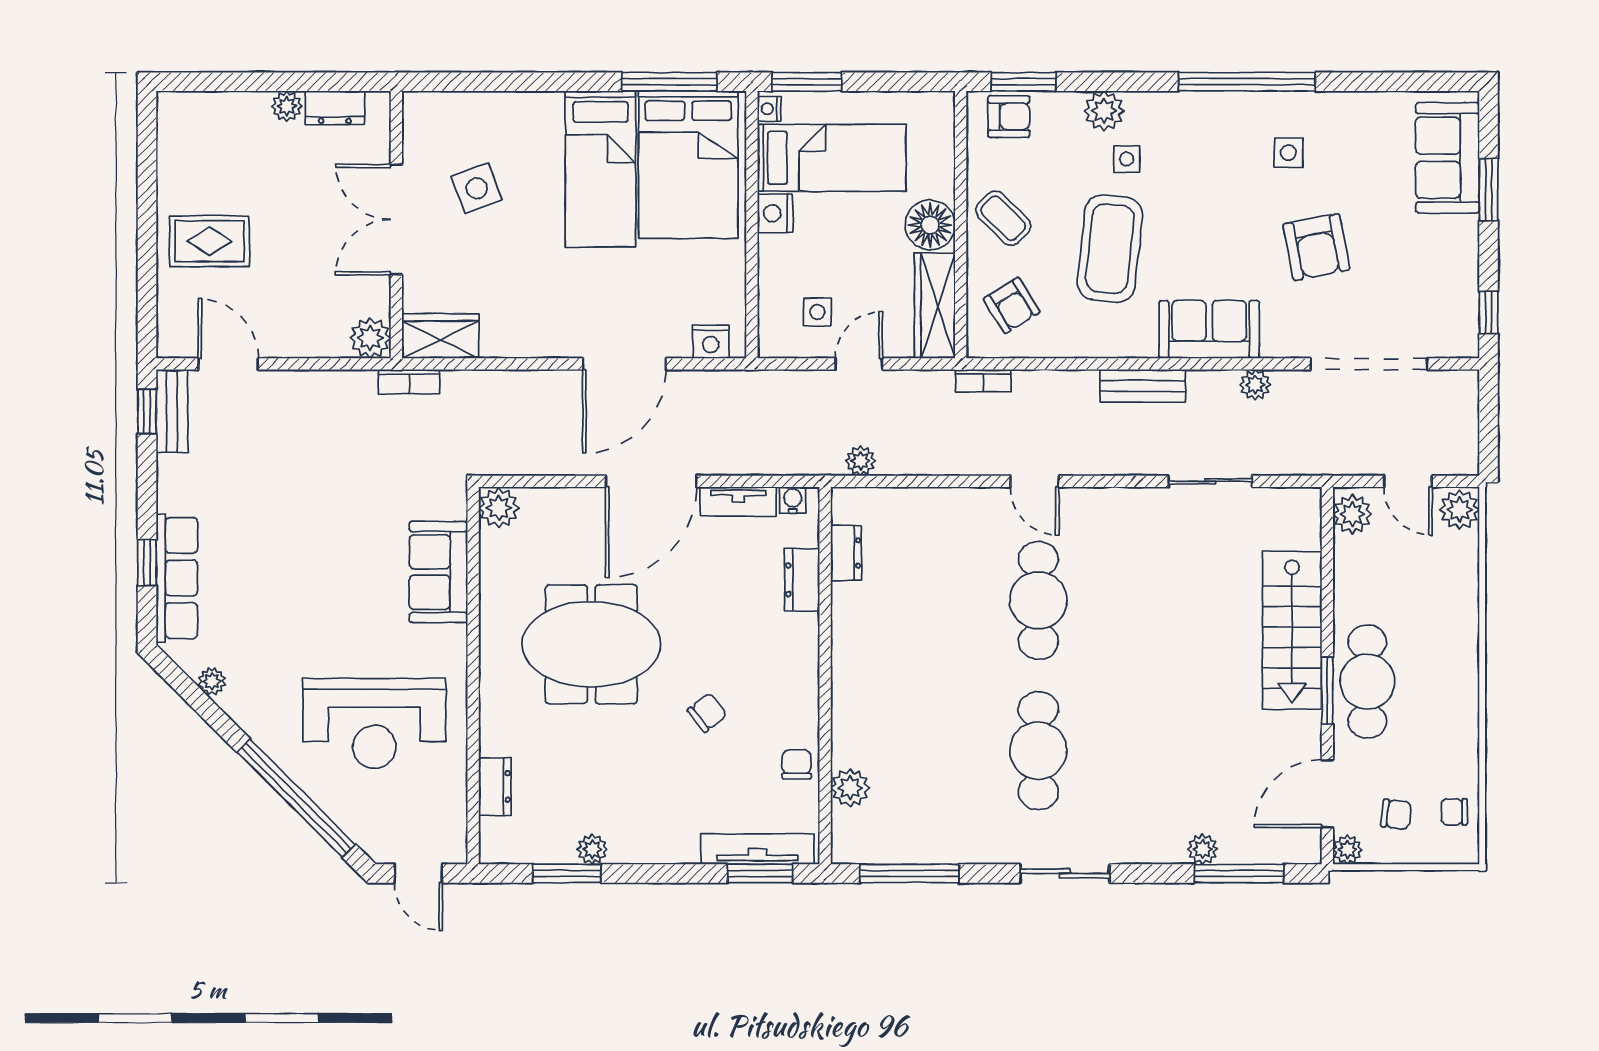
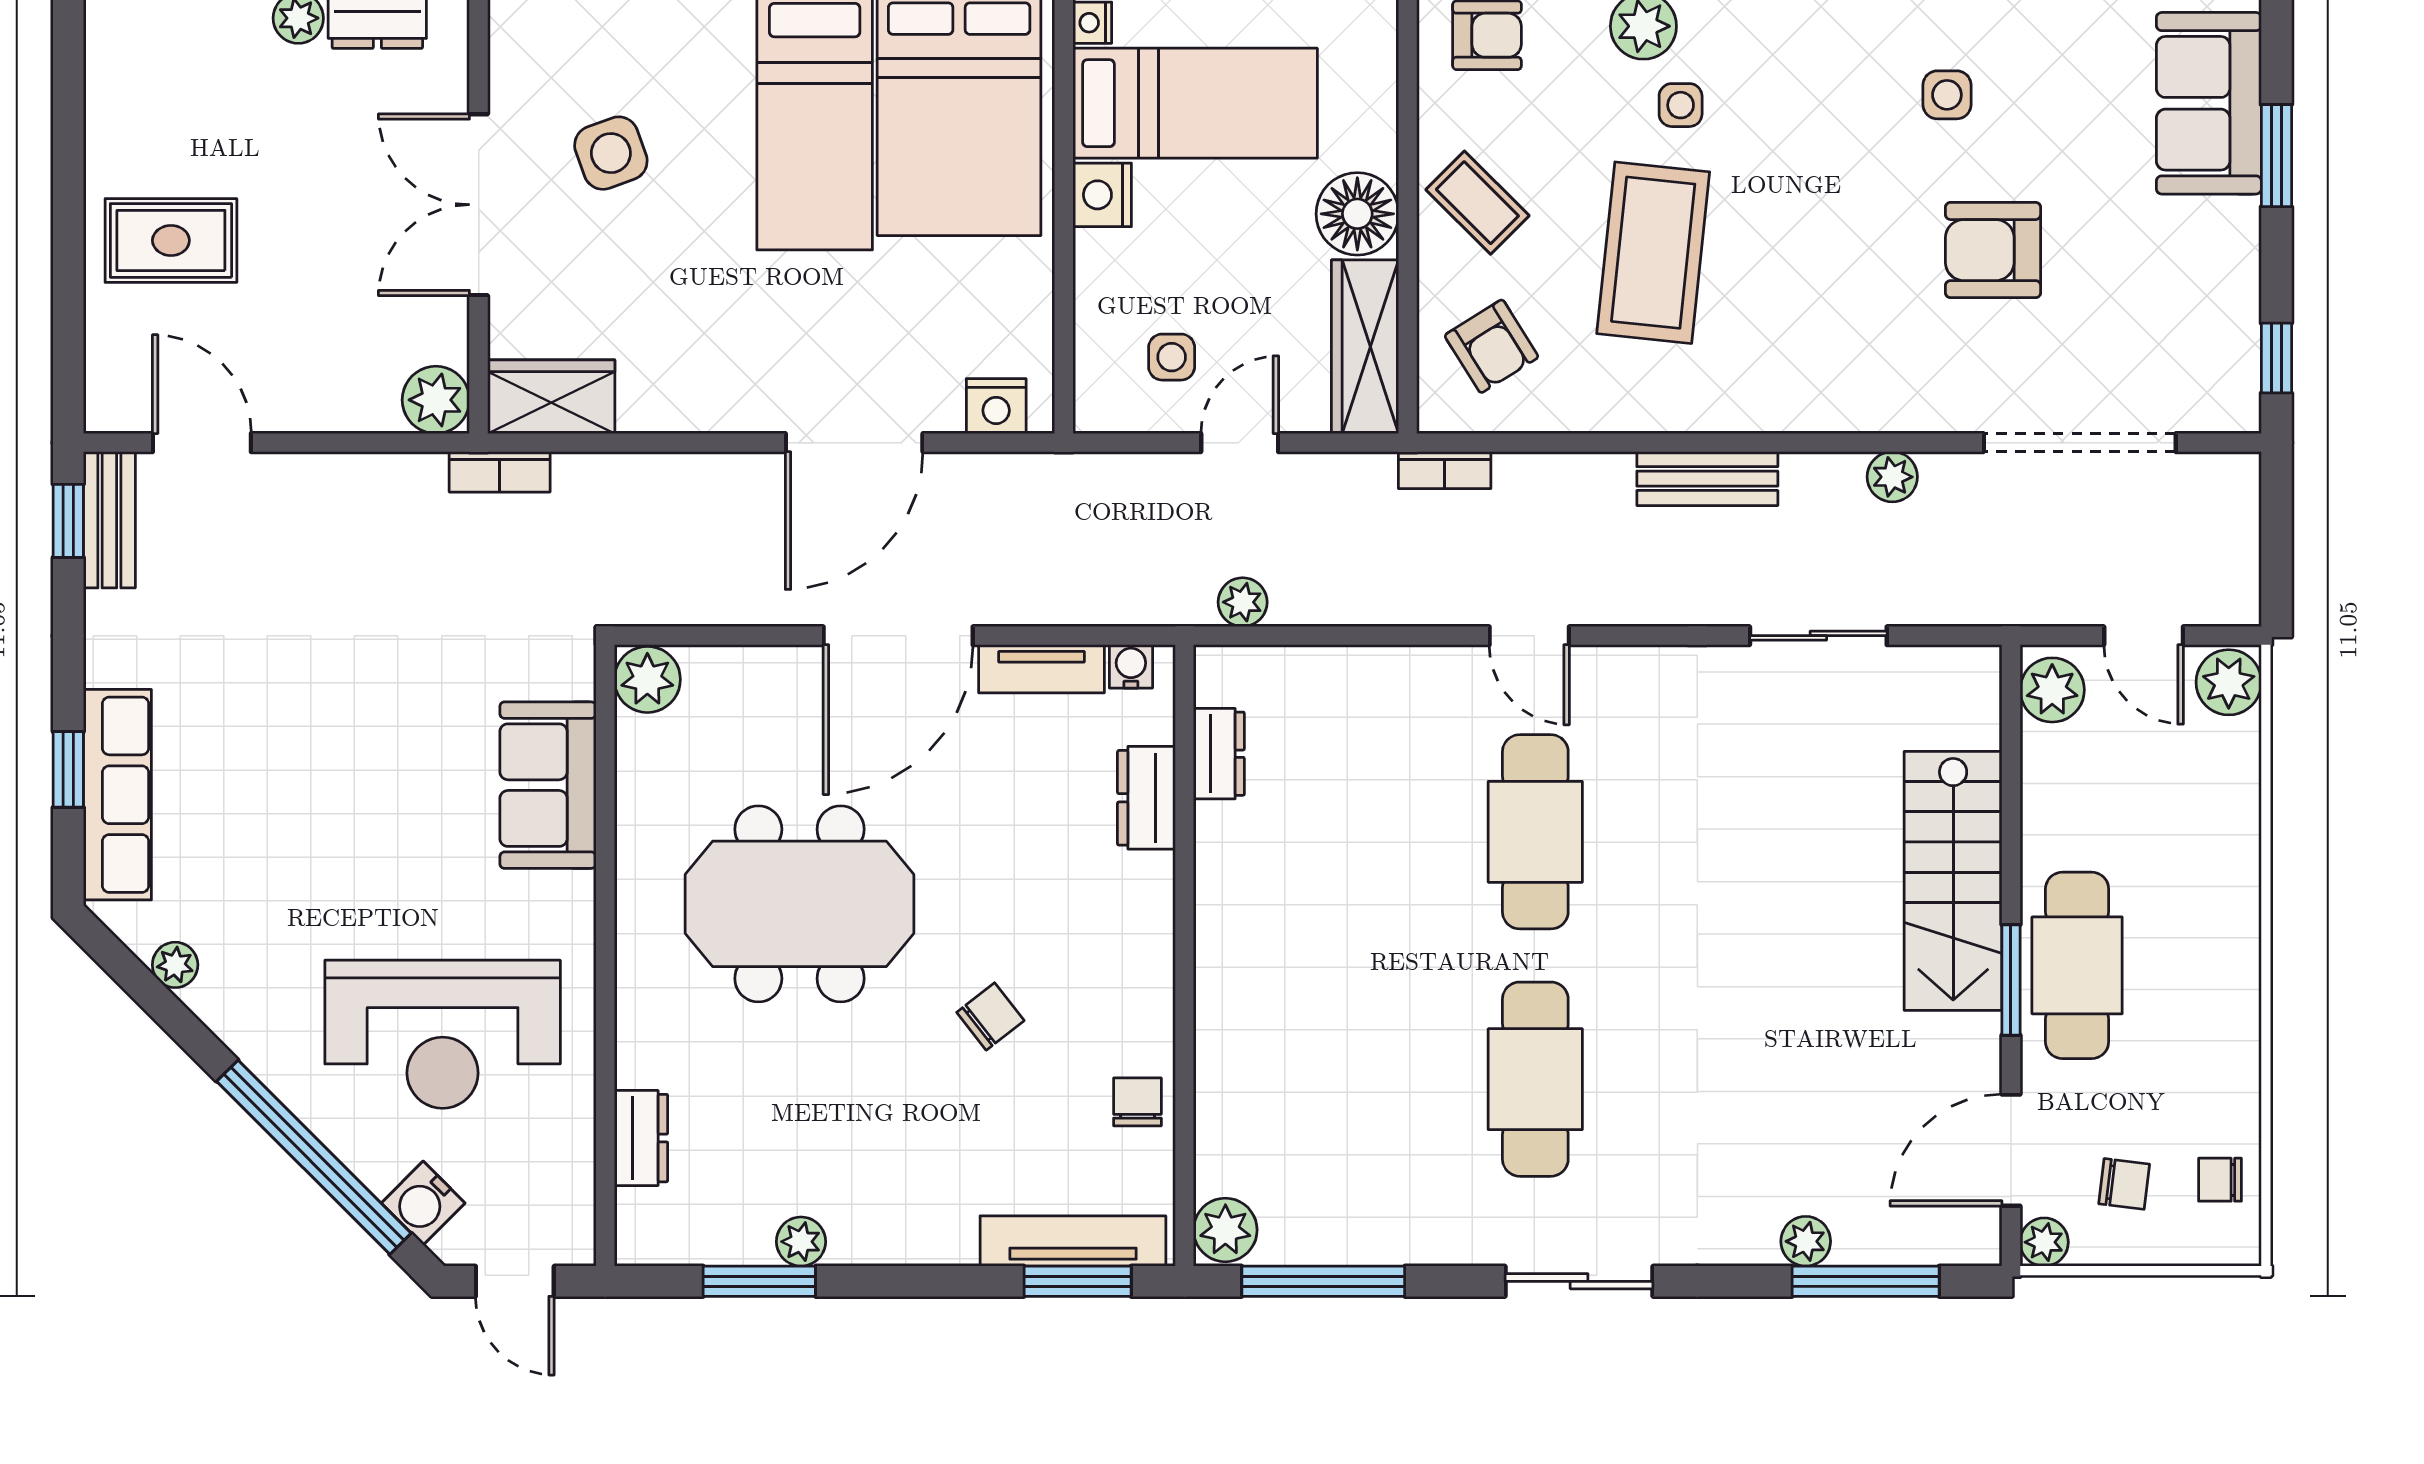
armchair: (1316, 247) -> (1993, 250), turned 101
sofa: (1209, 329) -> (1817, 386), removed
plant: (850, 788) -> (1225, 1230), moved
water cooler: (363, 826) -> (423, 1203), added

